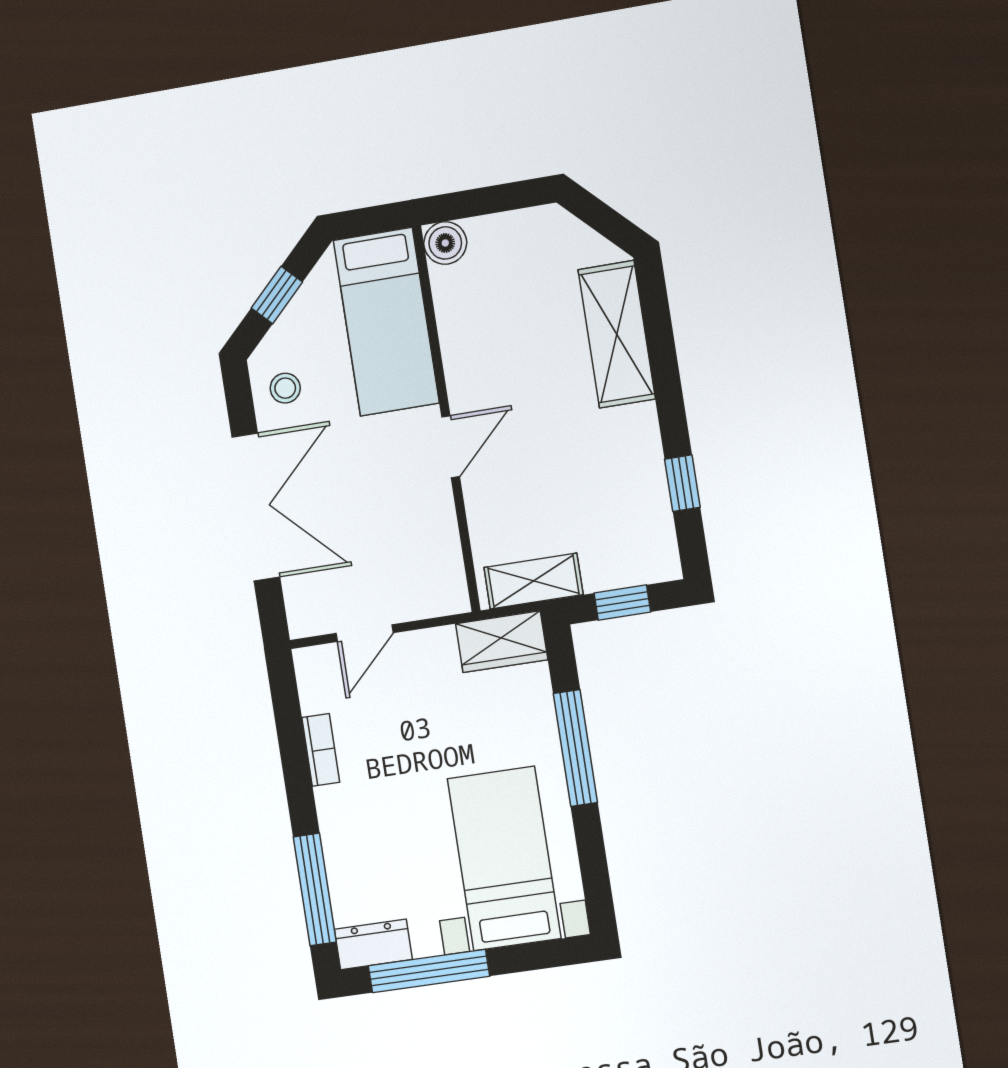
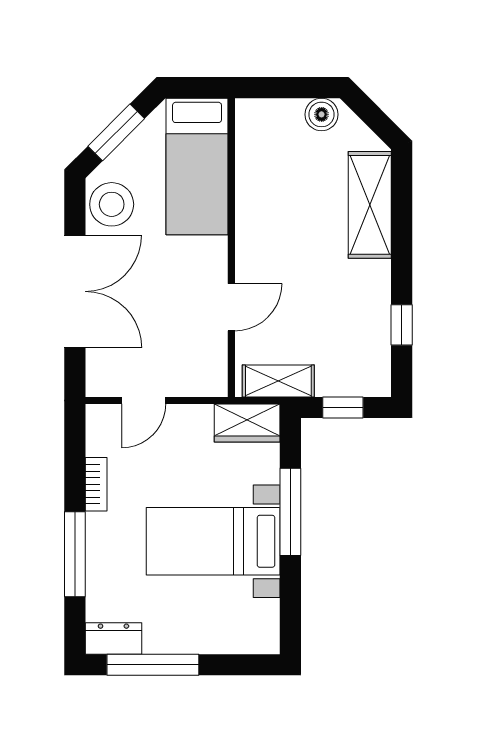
boiler: (445, 243) -> (322, 114), moved
window: (277, 295) -> (116, 132), width x1.50
stool: (285, 388) -> (112, 204), width x1.89, depth x1.89
door: (451, 447) -> (231, 307), moved
bed with nightstands: (504, 859) -> (213, 541), moved, turned -90
window: (315, 889) -> (75, 554), moved

